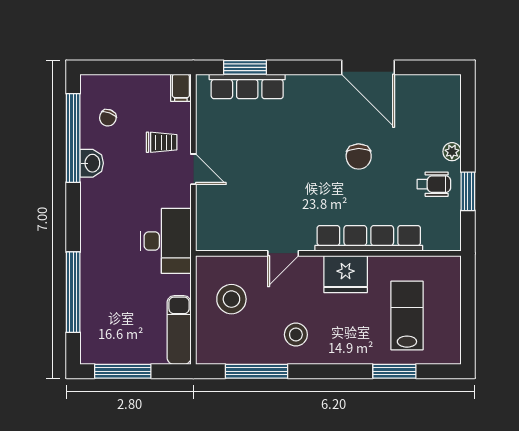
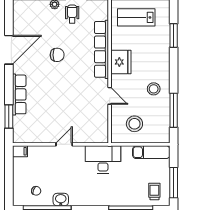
row of seats: (247, 86) -> (19, 94), moved
trolley: (162, 142) -> (154, 192), moved
lab bench: (407, 316) -> (136, 17), moved

